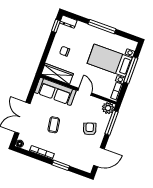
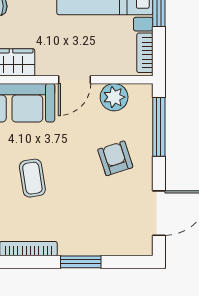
door: (85, 92) -> (75, 80), swing flipped
plant: (108, 108) -> (114, 97), moved

